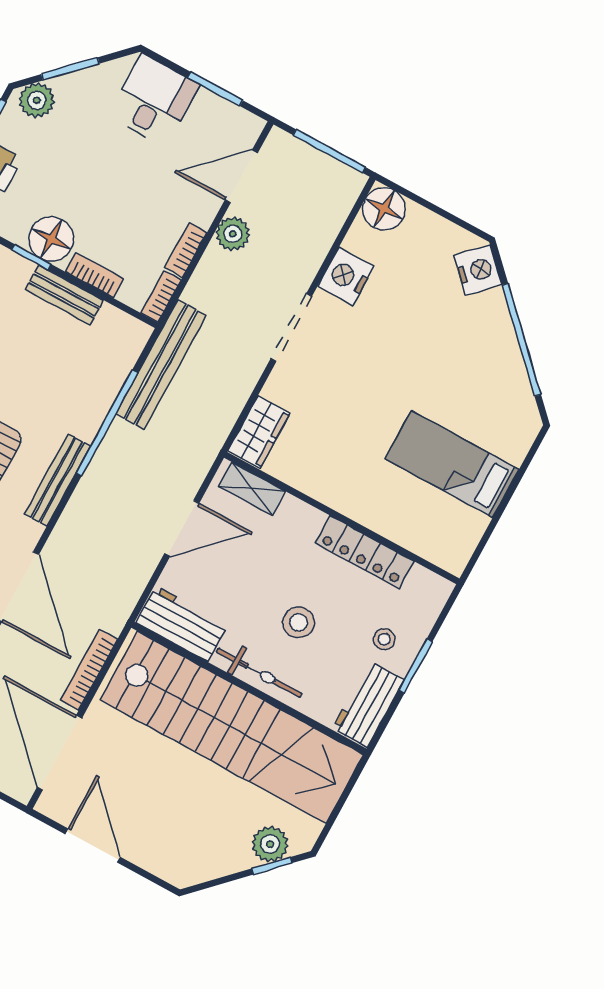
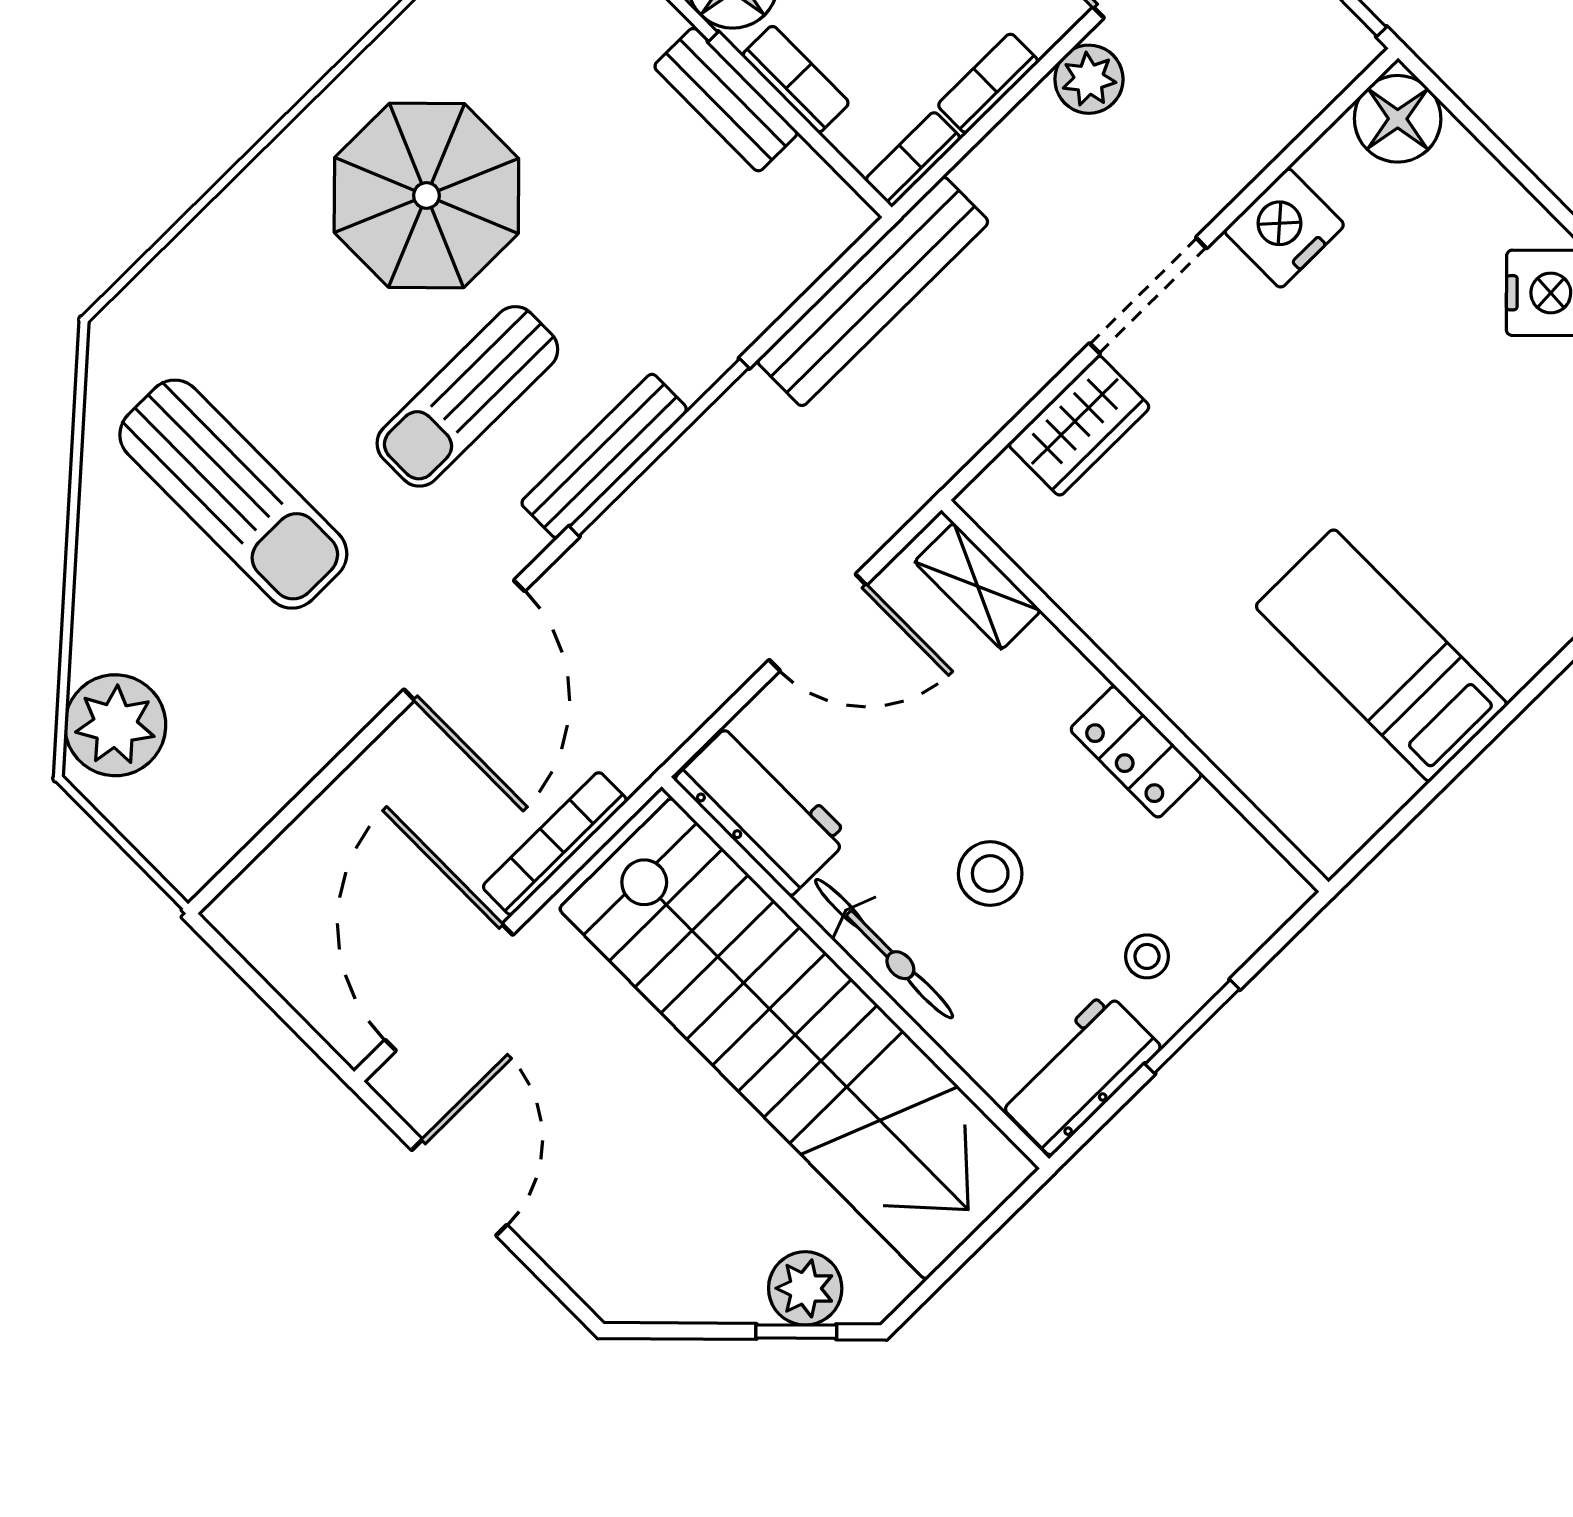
window: (107, 423) -> (659, 447), moved
wardrobe: (259, 432) -> (1079, 426), moved
locker: (365, 552) -> (1136, 752), width x0.66

